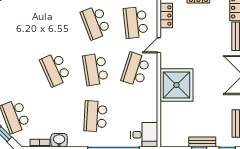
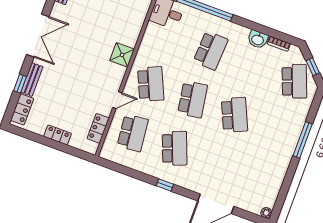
school desk: (136, 69) -> (151, 84), turned -42
shower: (176, 85) -> (122, 55), width x0.54, depth x0.54

